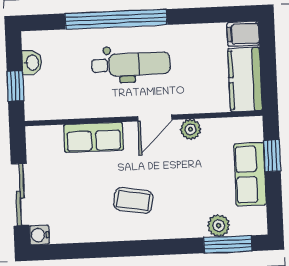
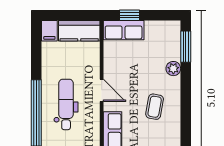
plant: (190, 129) -> (110, 68), removed
row of seats: (250, 174) -> (124, 30), moved
plant: (219, 226) -> (173, 69), moved

